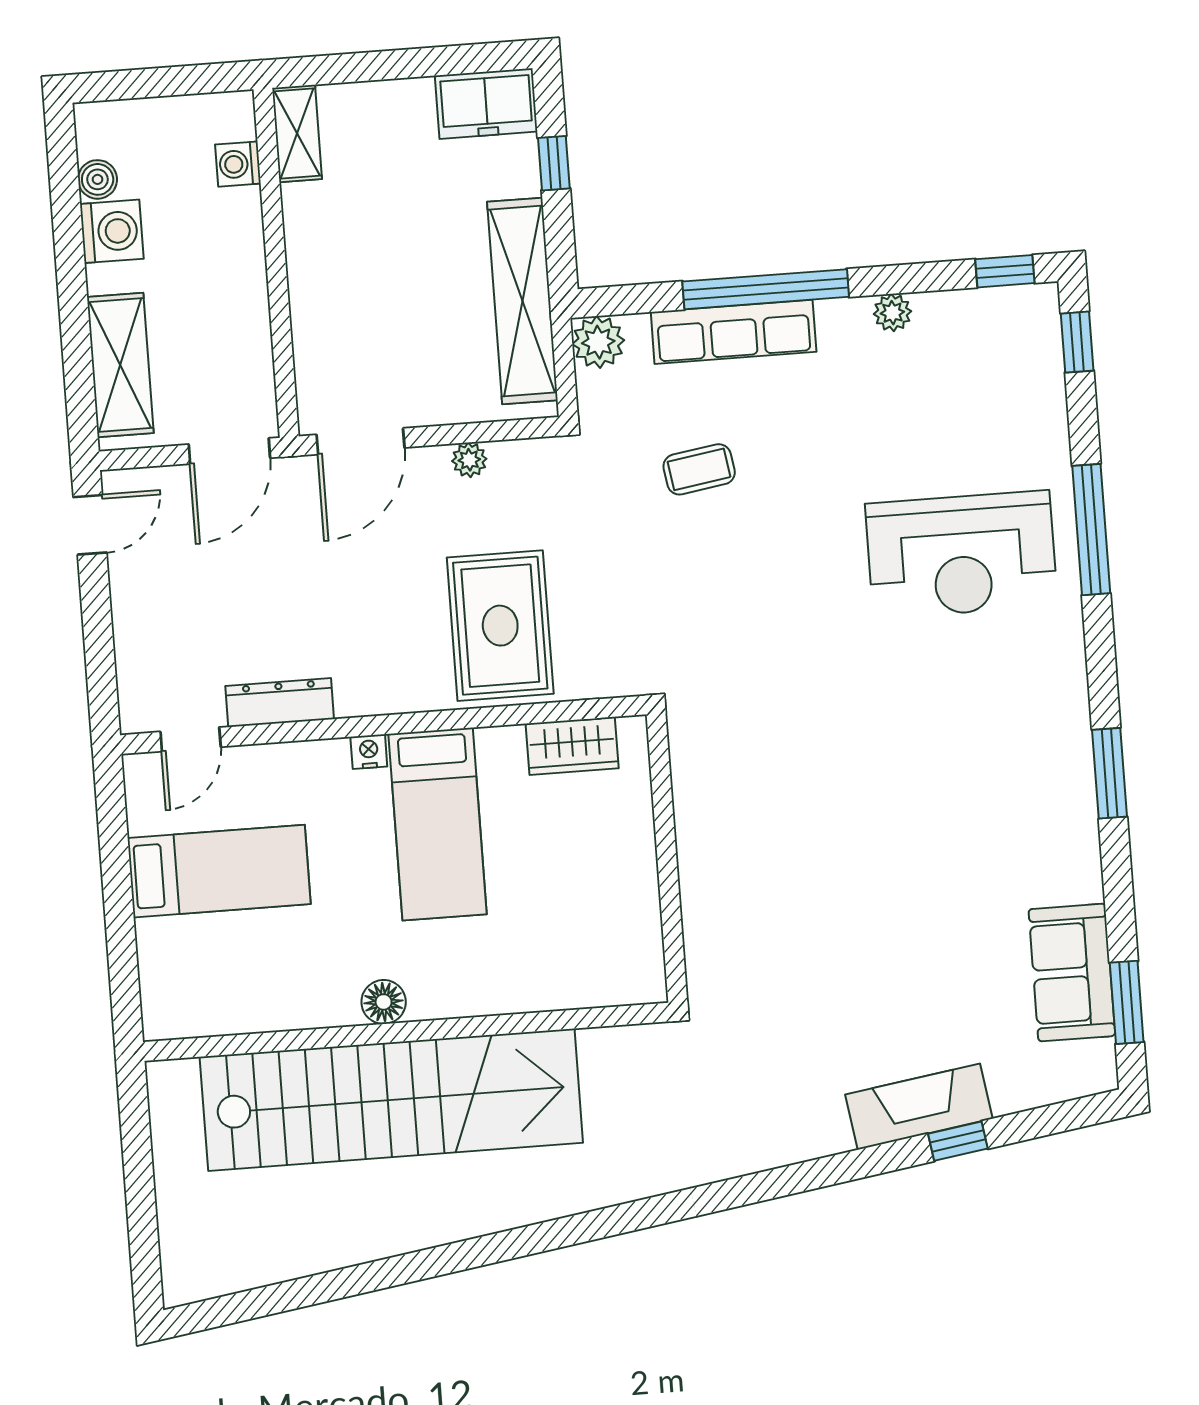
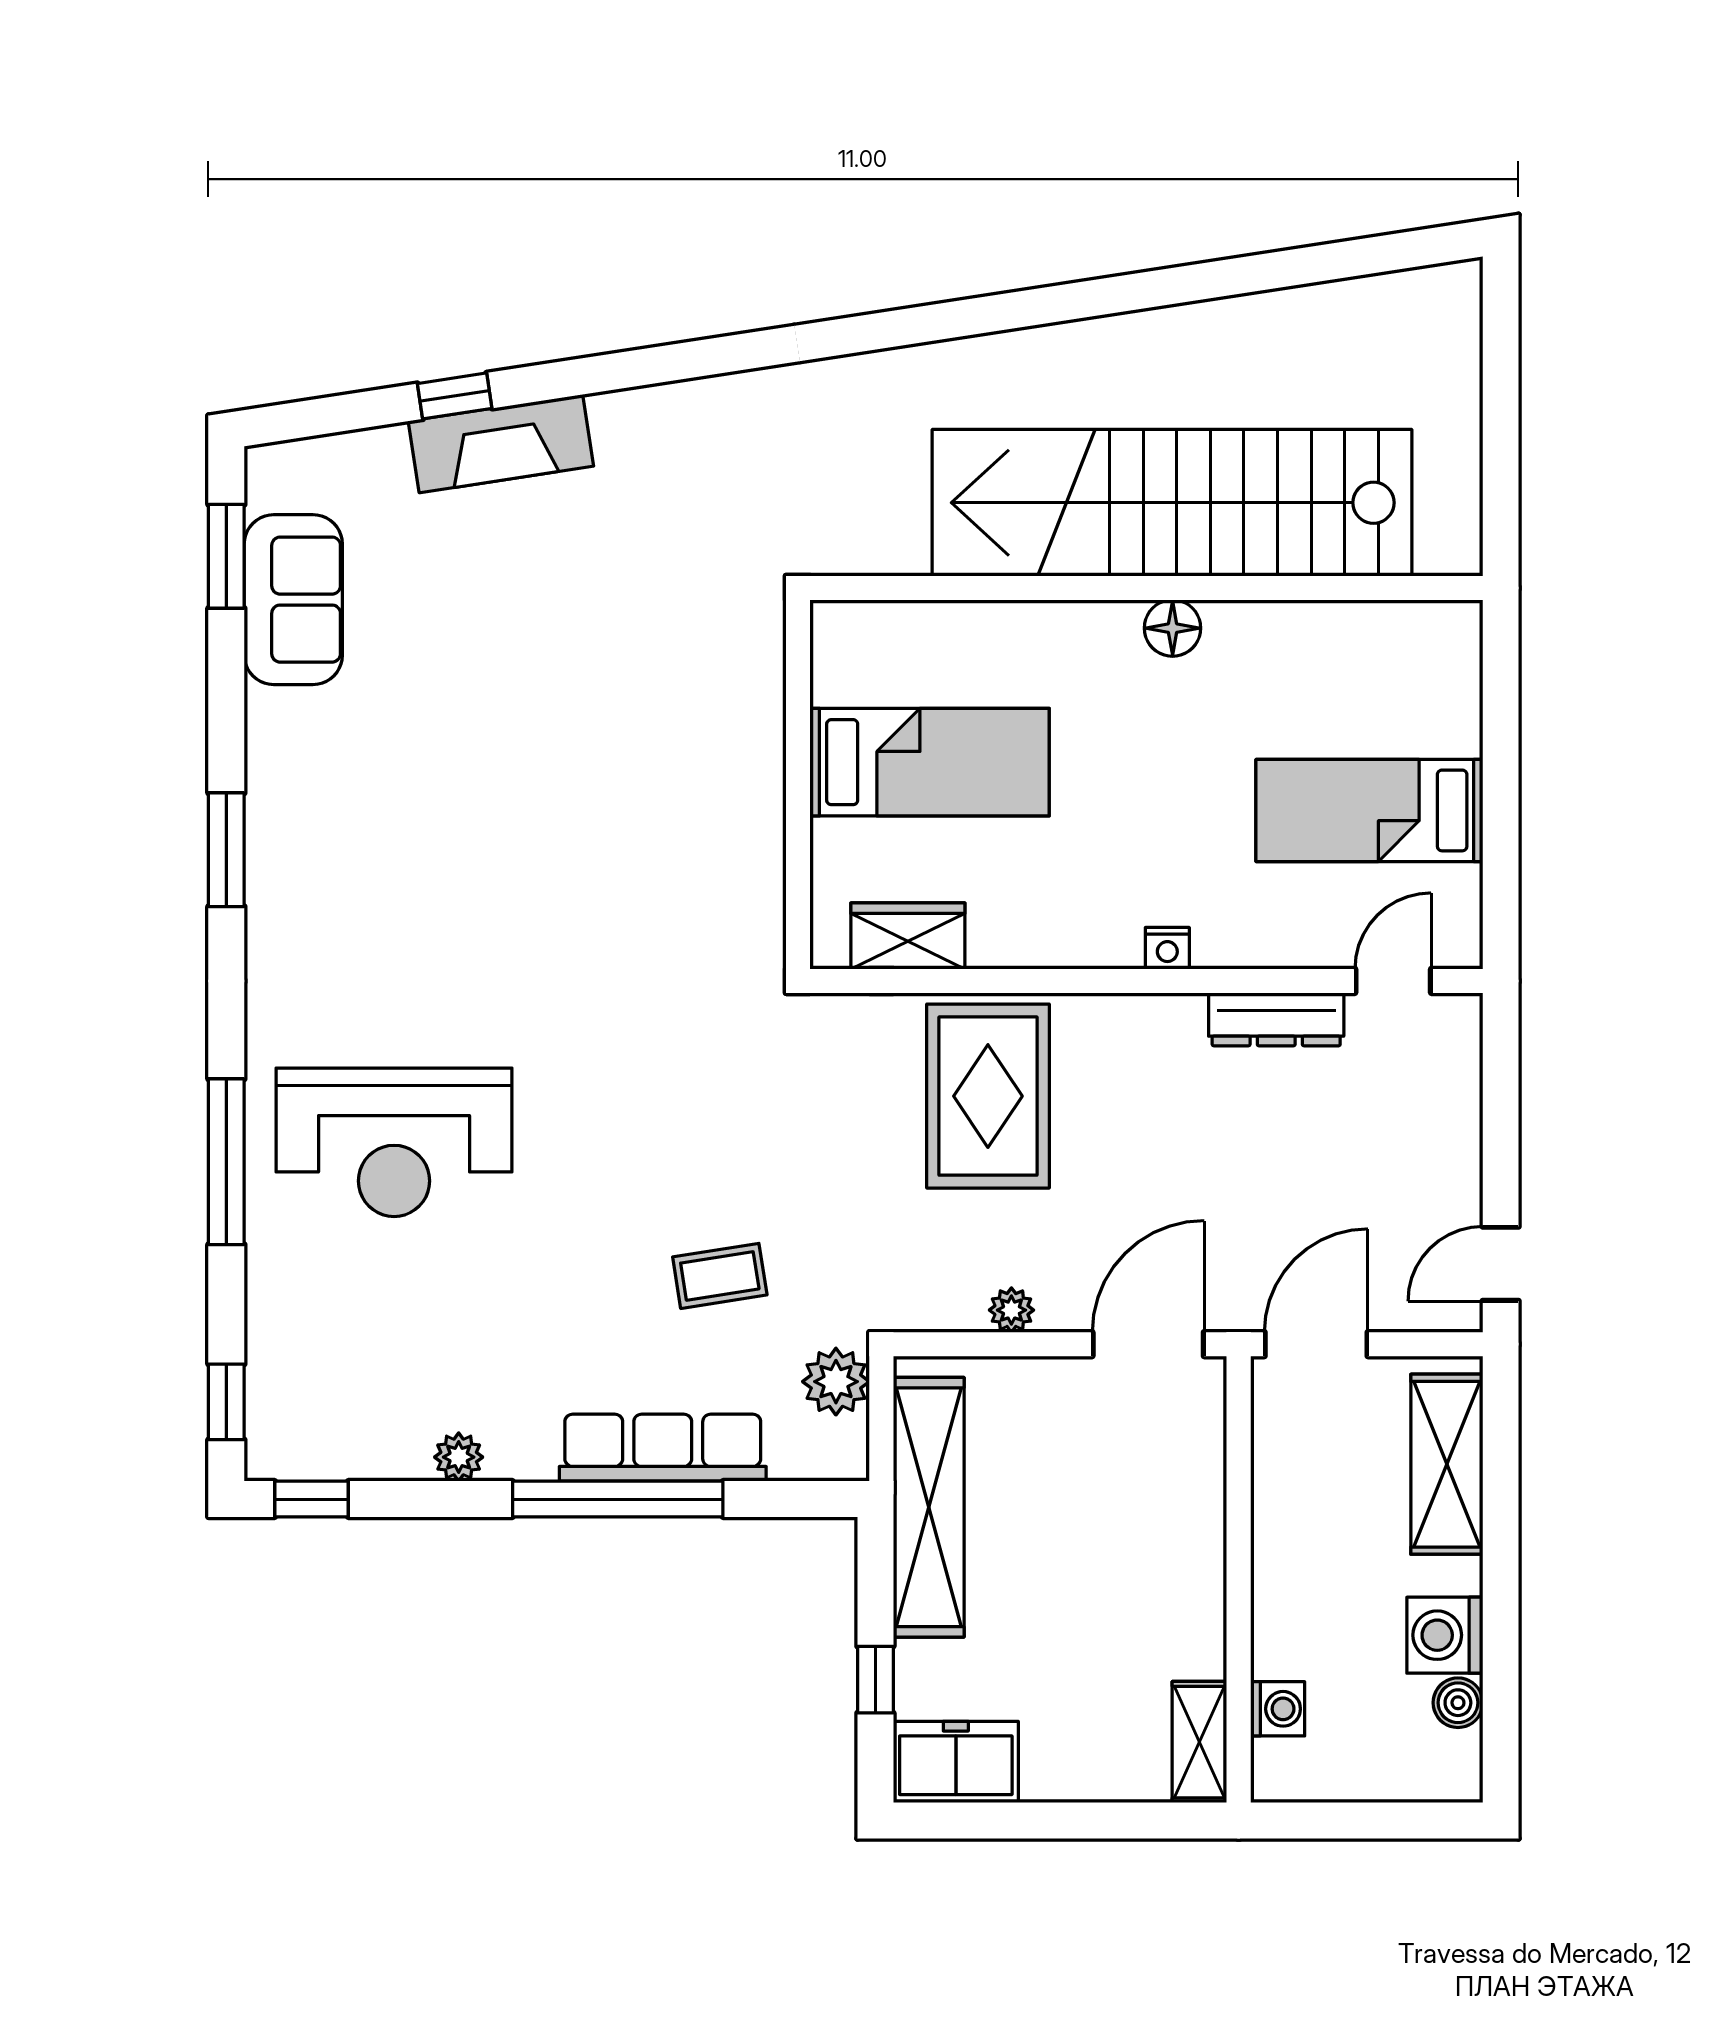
plant: (598, 342) -> (836, 1382), moved
reception desk: (961, 555) -> (394, 1142), turned 180
bed: (438, 824) -> (930, 762), moved, turned 90

